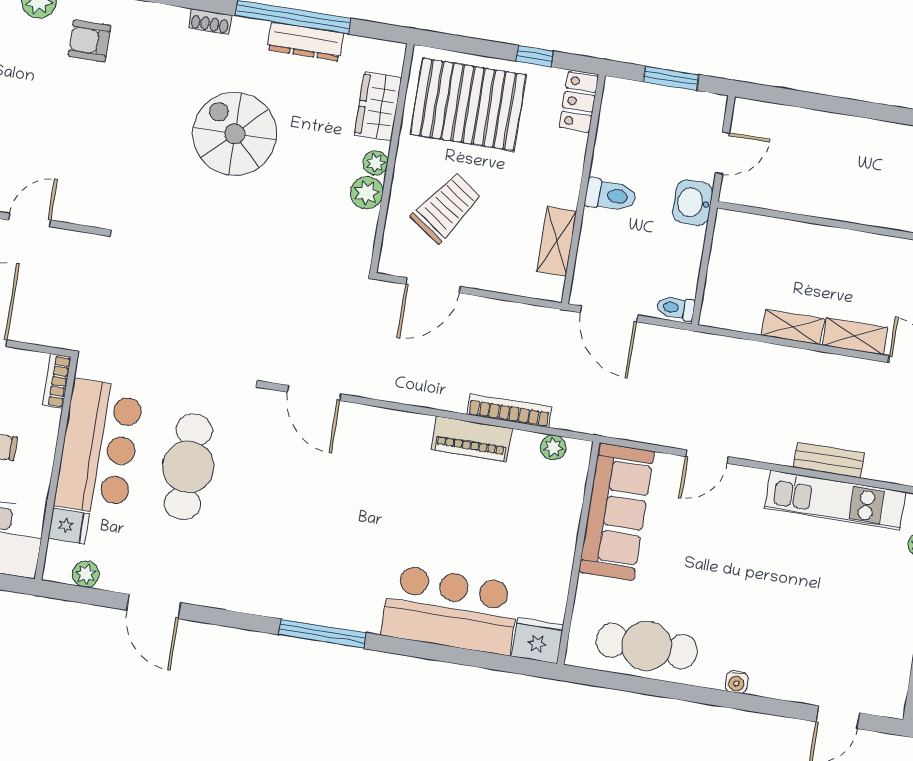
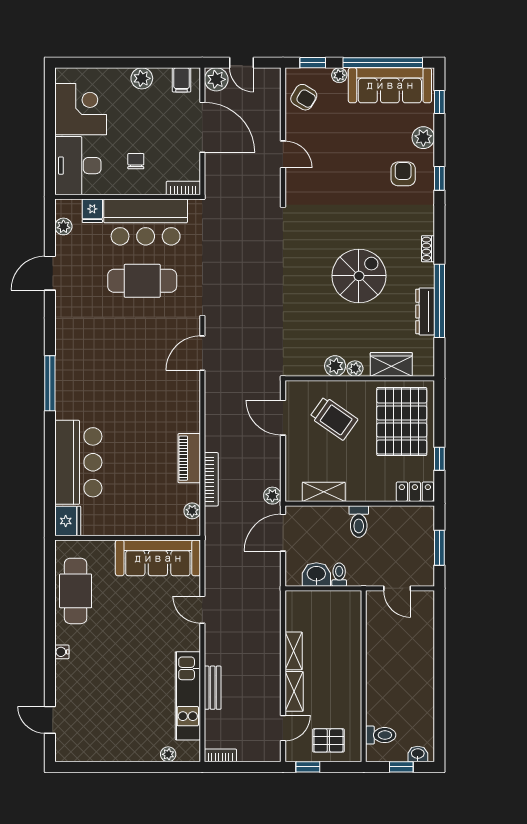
washbasin: (693, 203) -> (316, 574), moved
toilet: (676, 308) -> (339, 575), moved
plant: (550, 321) -> (272, 496), added

